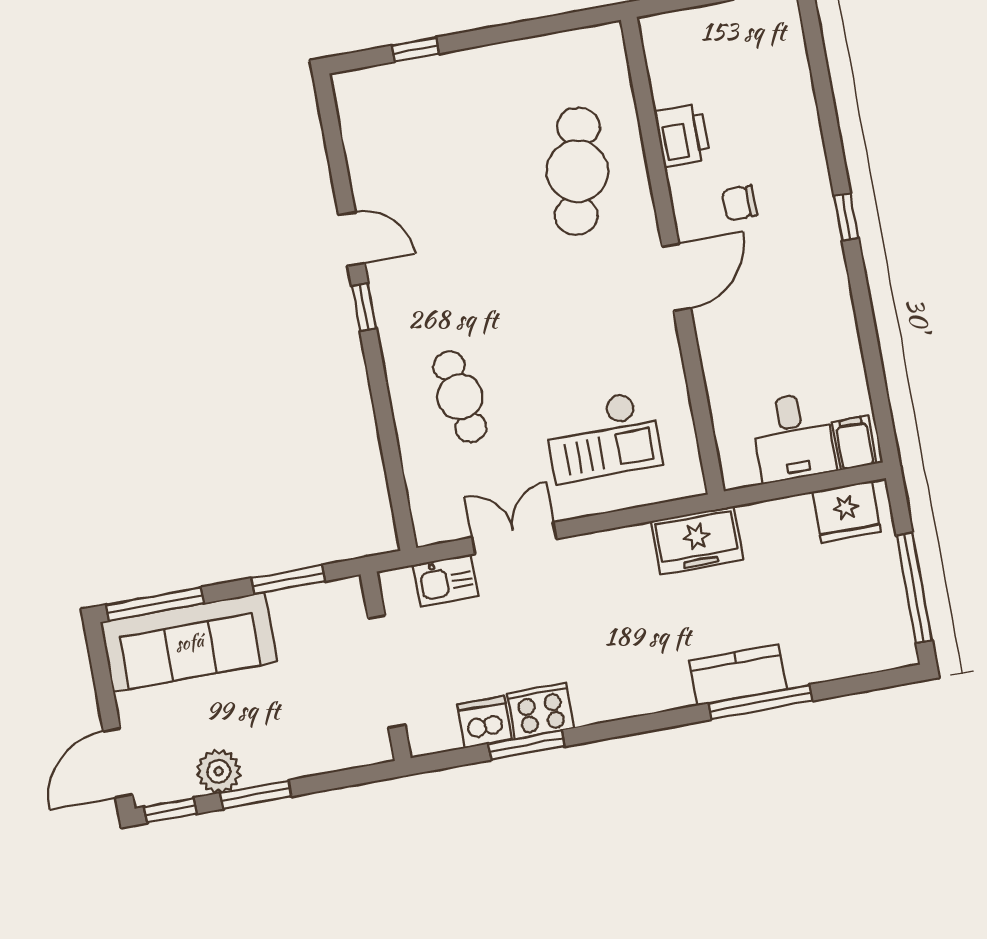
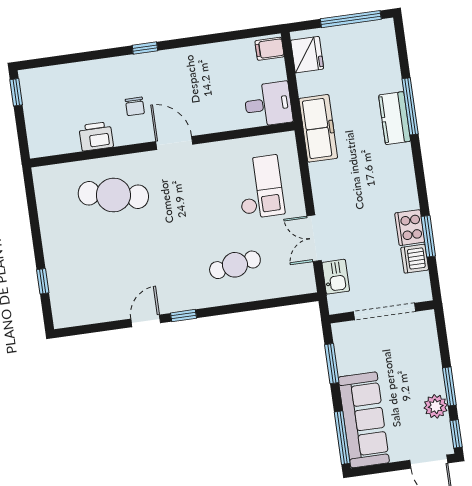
desk: (793, 437) -> (268, 104), moved
freezer: (697, 540) -> (318, 128), width x1.40

